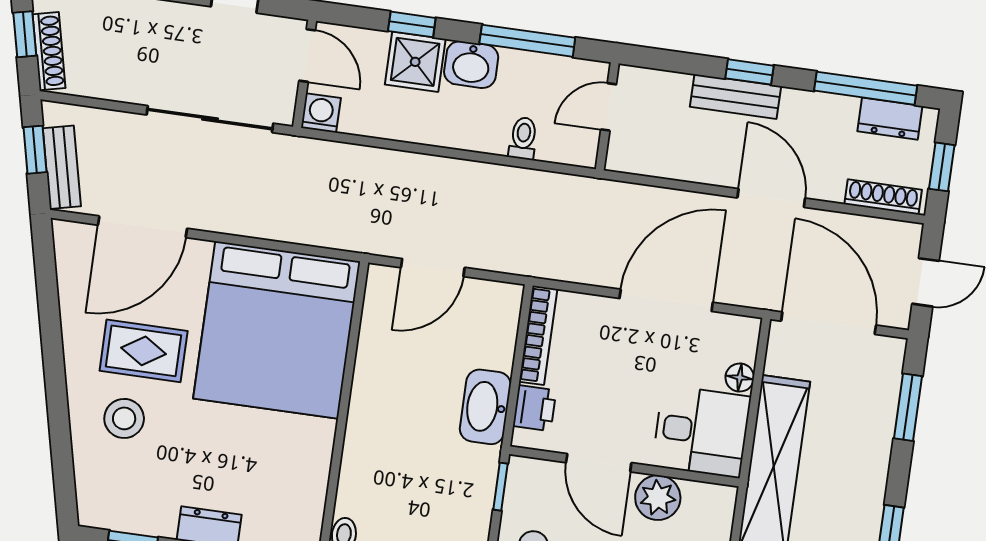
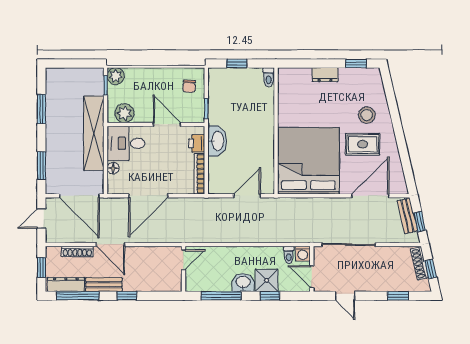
bench: (735, 97) -> (104, 285), moved
door: (609, 107) -> (184, 260), moved
dresser: (890, 119) -> (66, 284), width x1.44
toilet: (523, 138) -> (289, 255), moved
shoe rack: (883, 197) -> (77, 252), moved
plant: (658, 498) -> (124, 113), moved

